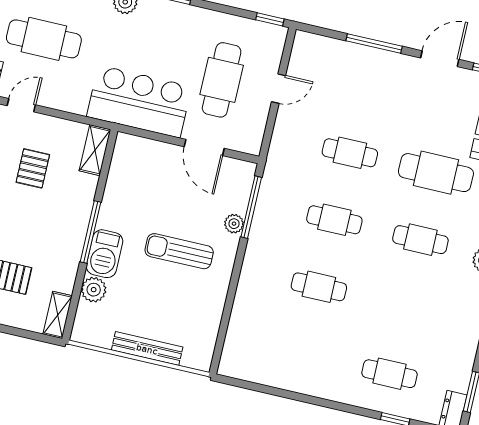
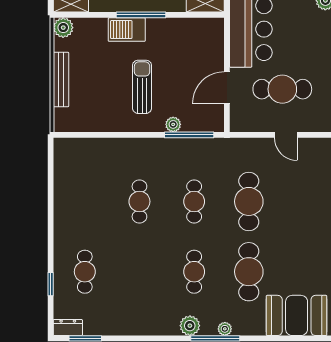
cafe table: (350, 153) -> (249, 201), width x1.37, depth x1.35
plant: (94, 290) -> (63, 28), moved

